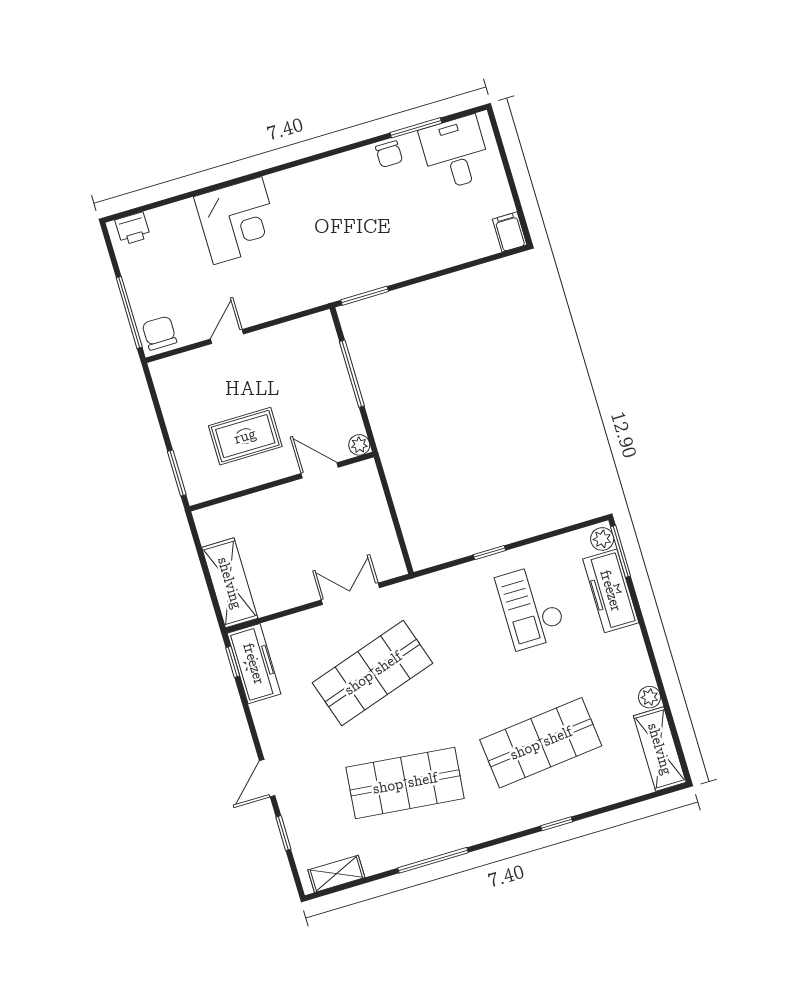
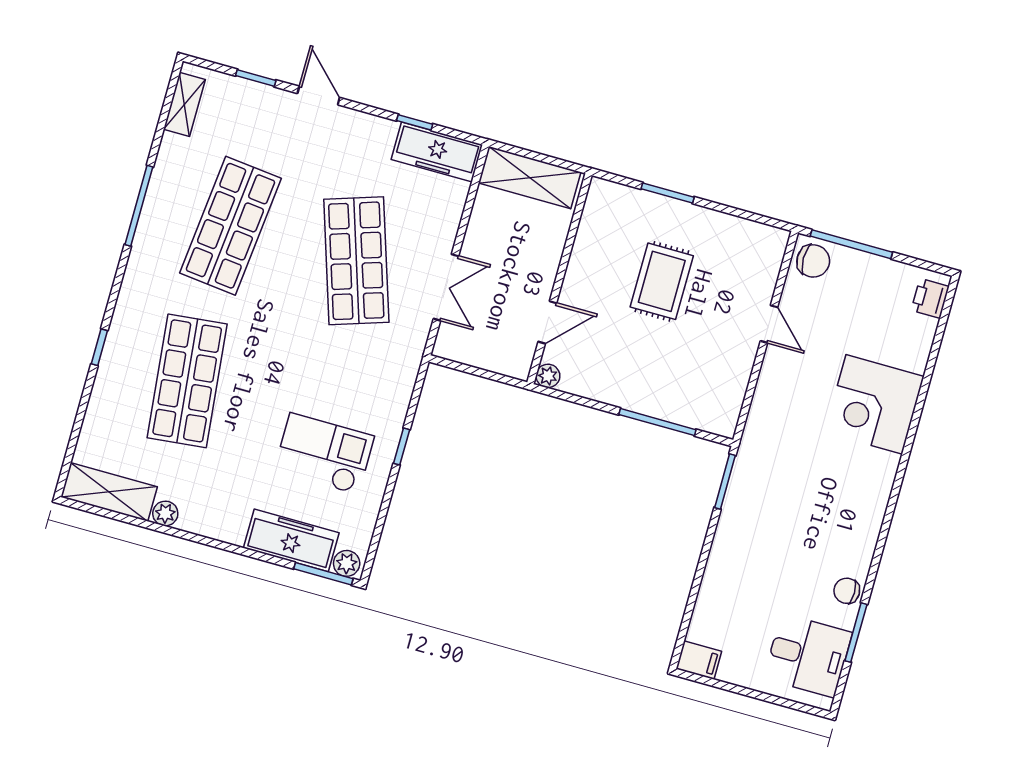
plant: (359, 445) -> (548, 376), moved
door: (320, 470) -> (547, 322), moved
wall: (282, 482) -> (560, 279), moved
window: (233, 662) -> (415, 122), moved

